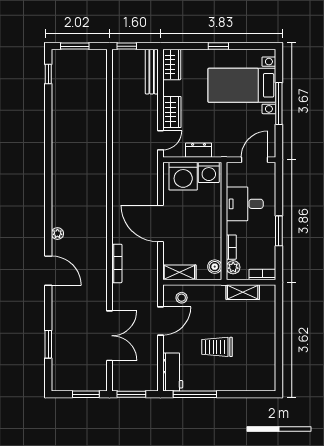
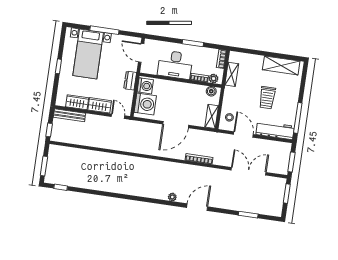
wardrobe: (172, 65) -> (77, 102), moved
dresser: (199, 150) -> (130, 81), moved
desk: (245, 204) -> (175, 65), width x1.37
shelving: (266, 360) -> (281, 65), added
workbench: (173, 372) -> (275, 130), width x1.38

